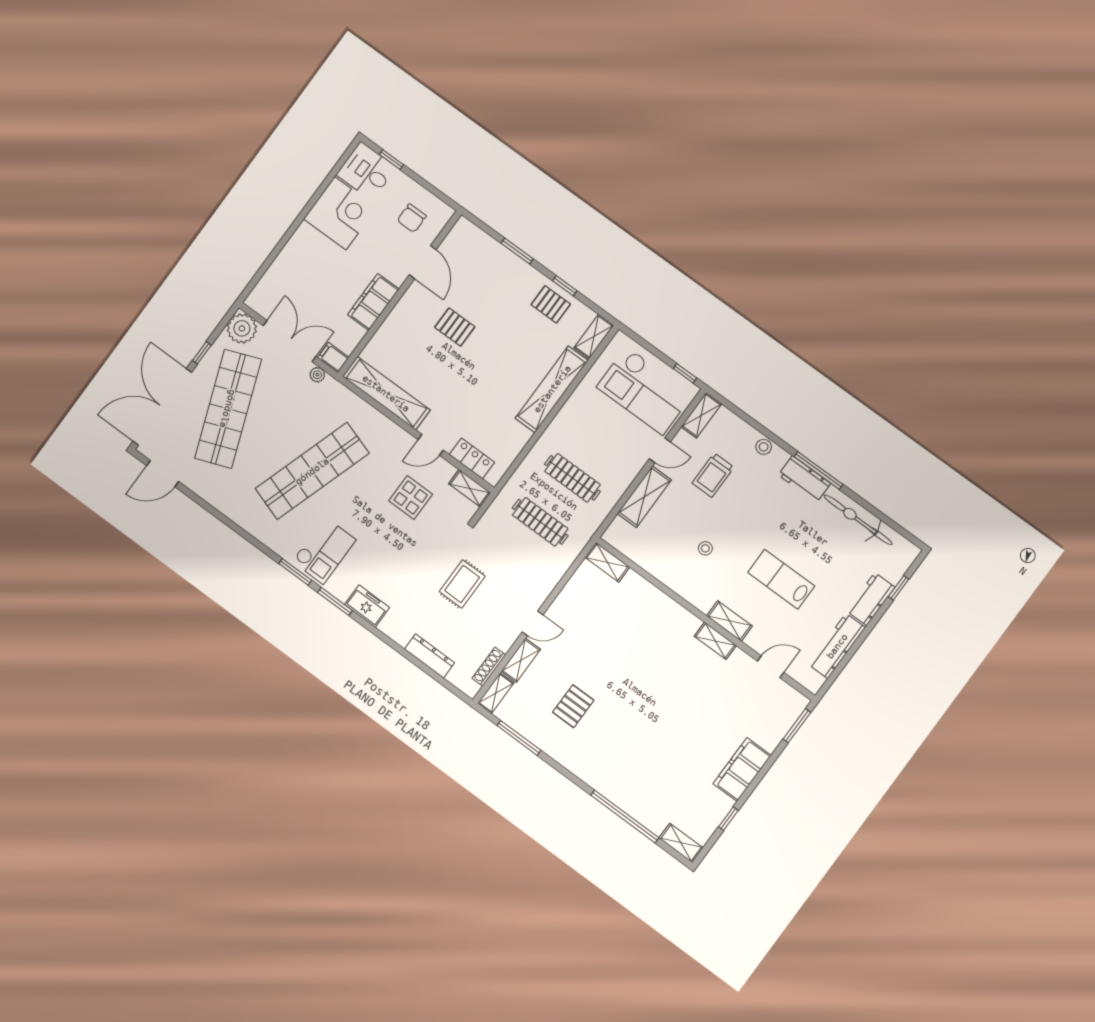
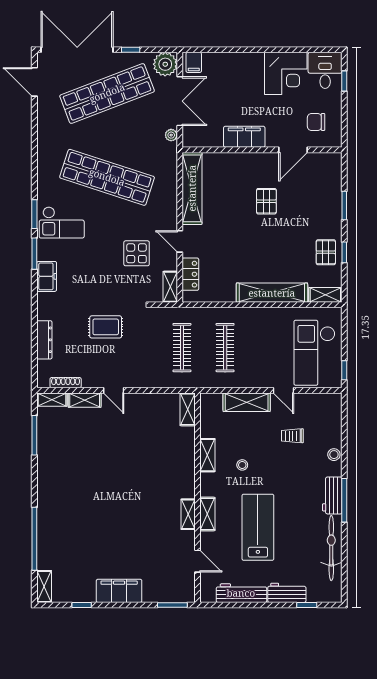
filing cabinet: (333, 357) -> (194, 62), moved, turned 180
shelving: (701, 415) -> (207, 455), moved, turned 90
trolley: (713, 475) -> (292, 436), width x0.73, depth x0.72
lab bench: (781, 579) -> (258, 527), width x1.36, depth x1.39
pallet: (573, 706) -> (80, 455), removed

